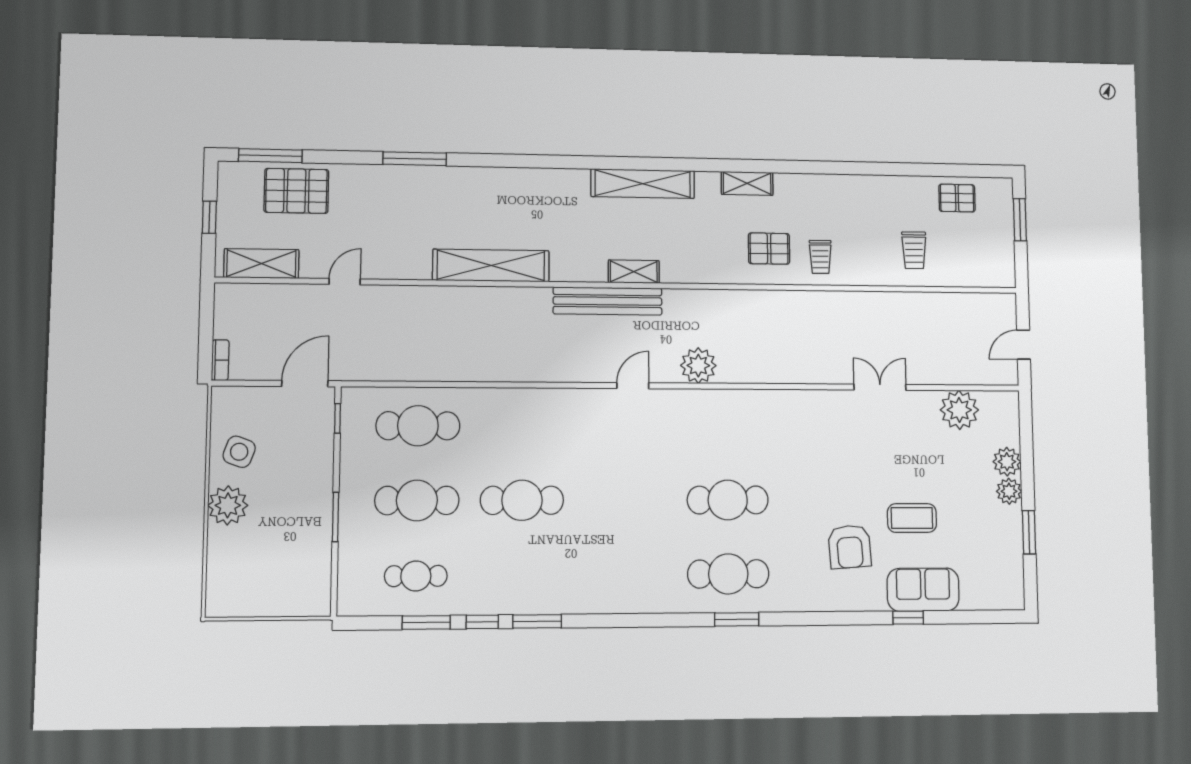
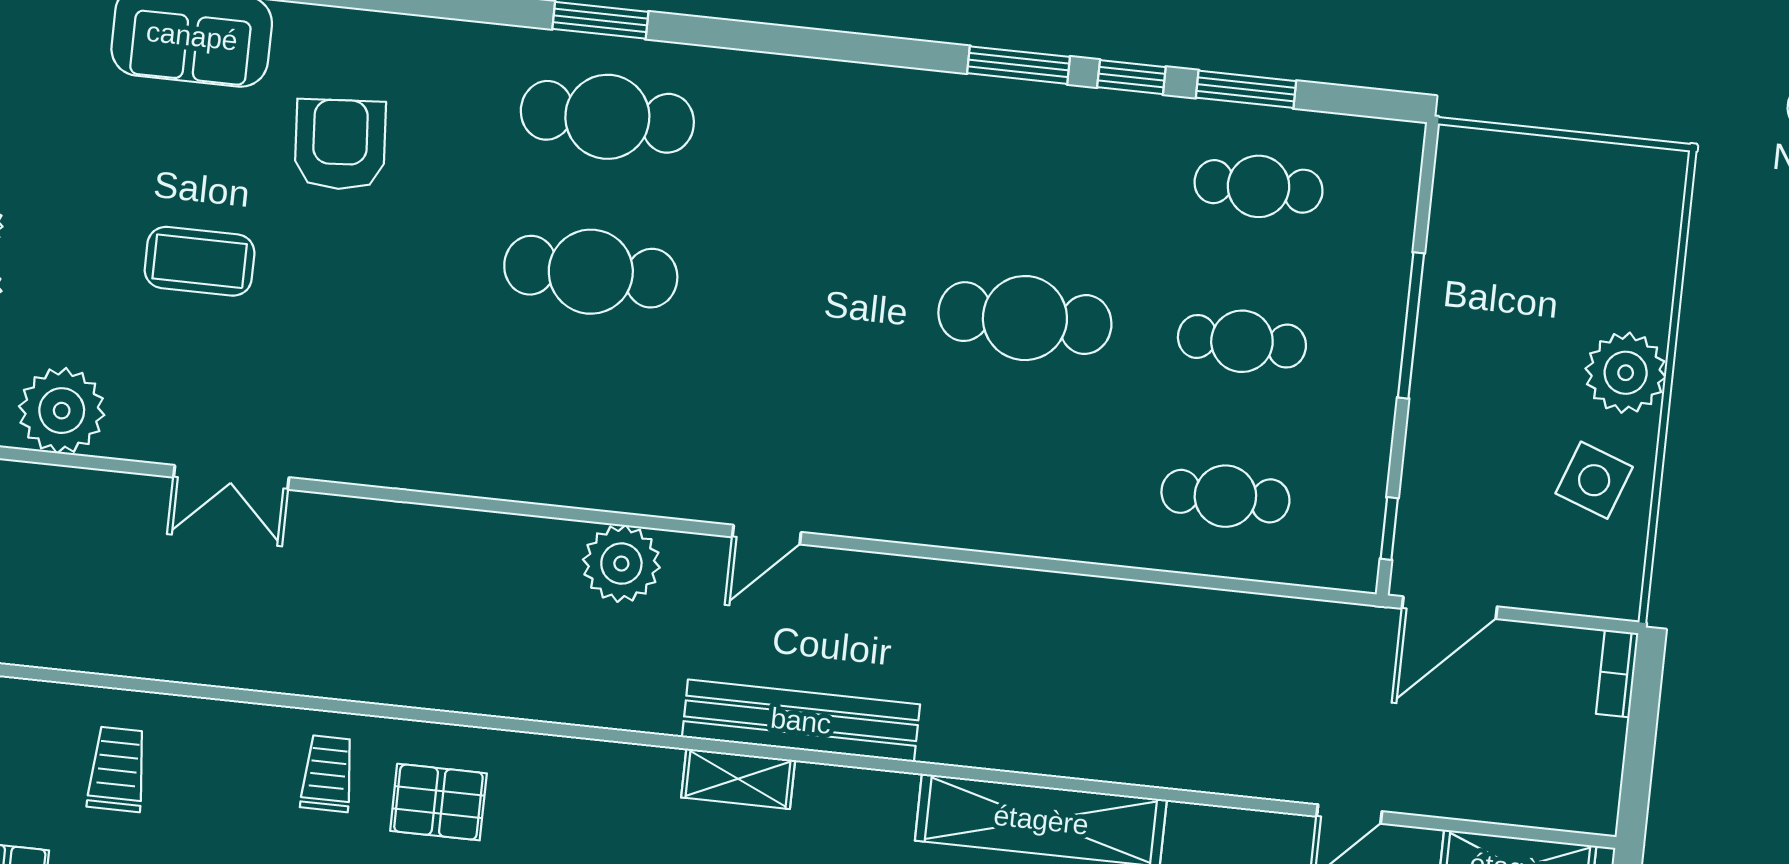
cafe table: (418, 426) -> (1225, 496), width x0.73, depth x0.74
cafe table: (417, 500) -> (1242, 341), width x0.73, depth x0.74
window: (335, 517) -> (1411, 325), width x1.44
coffee table: (912, 518) -> (200, 261), moved

